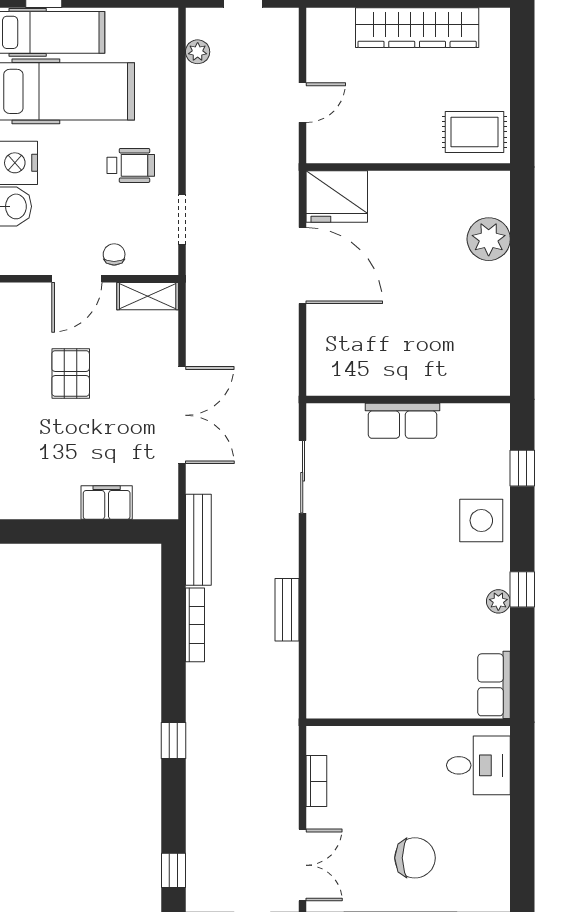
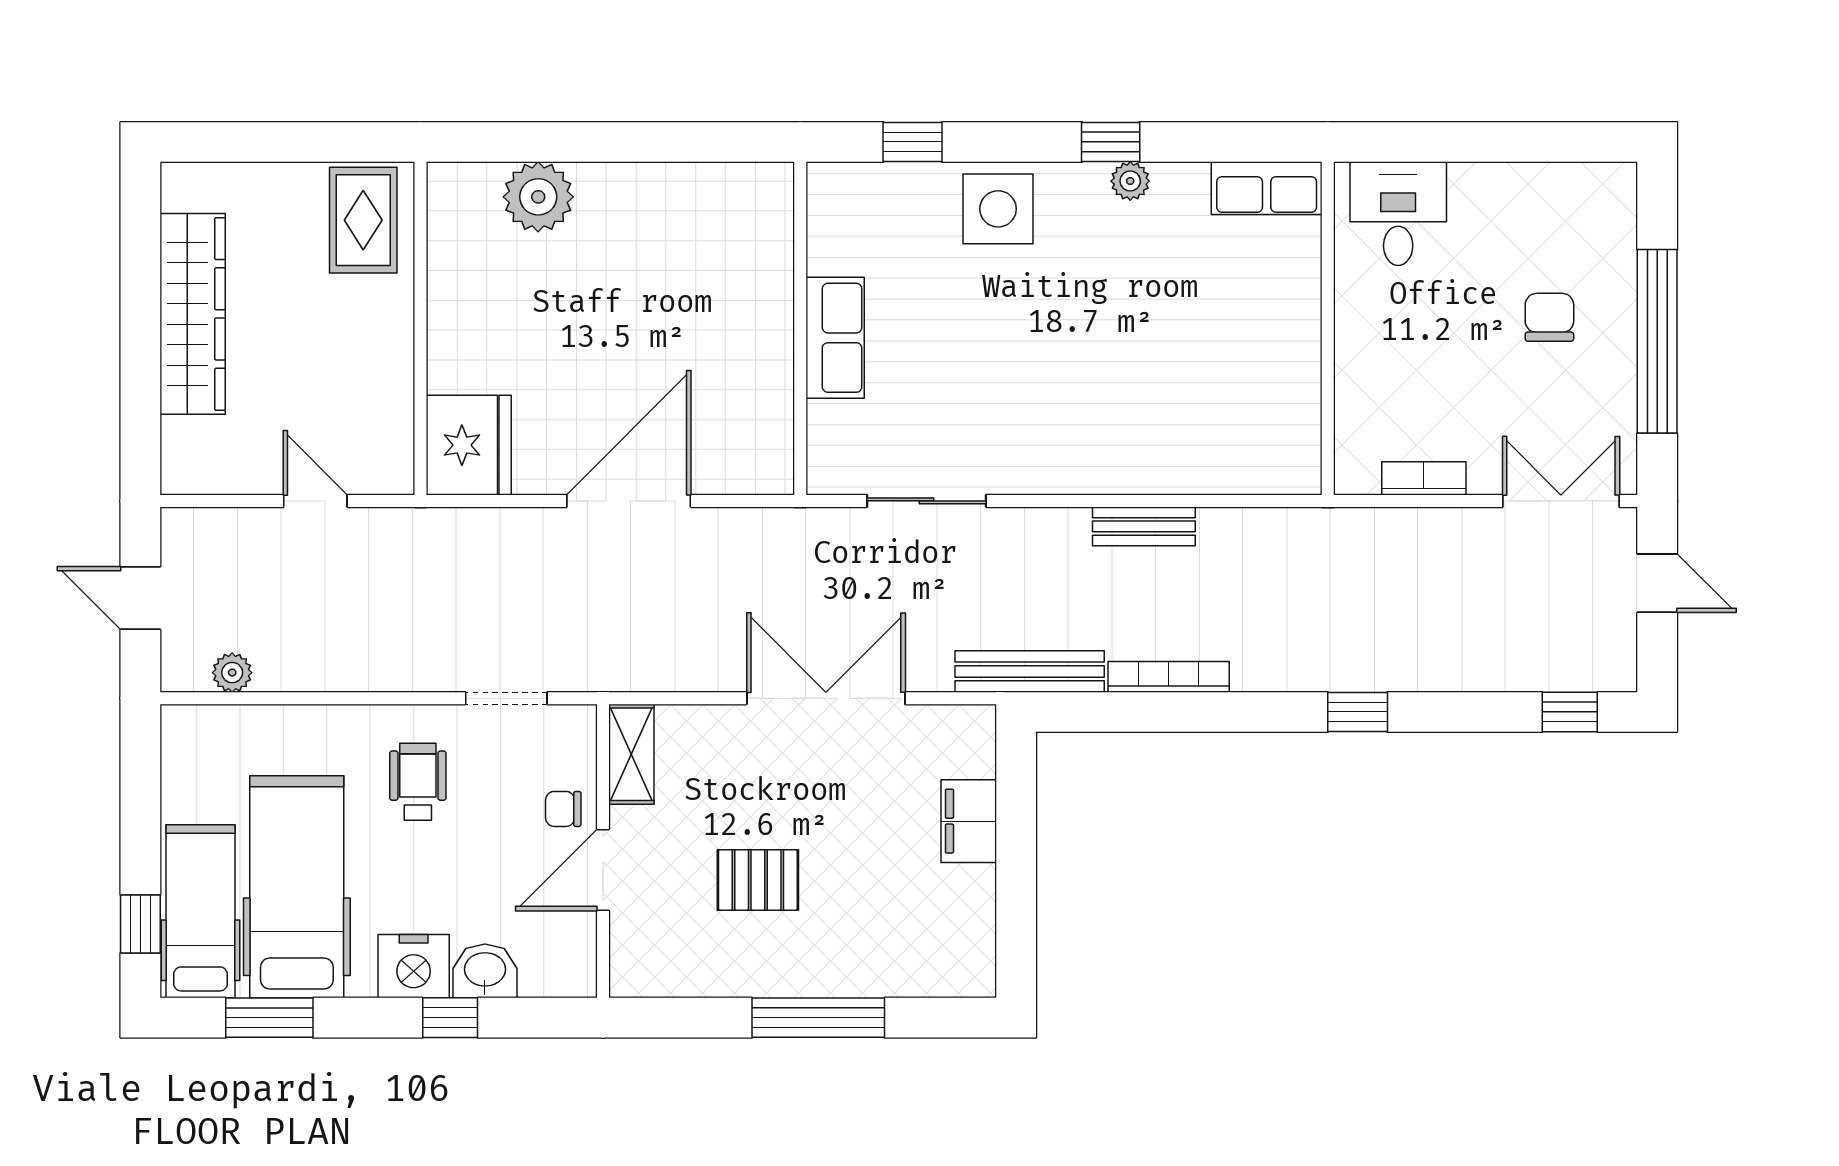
door: (303, 265) -> (629, 501), moved
door: (77, 279) -> (603, 870), swing flipped
chair: (415, 858) -> (1549, 317), width x0.73, depth x0.73

